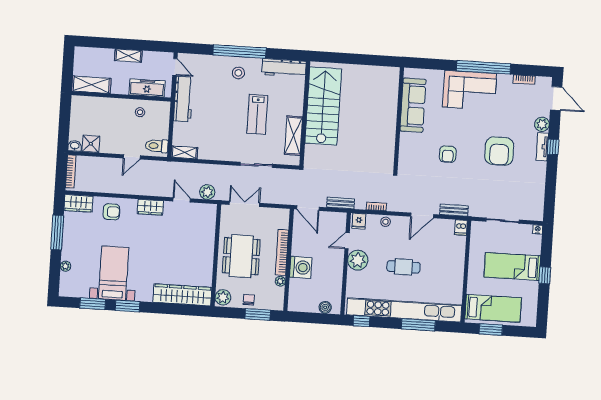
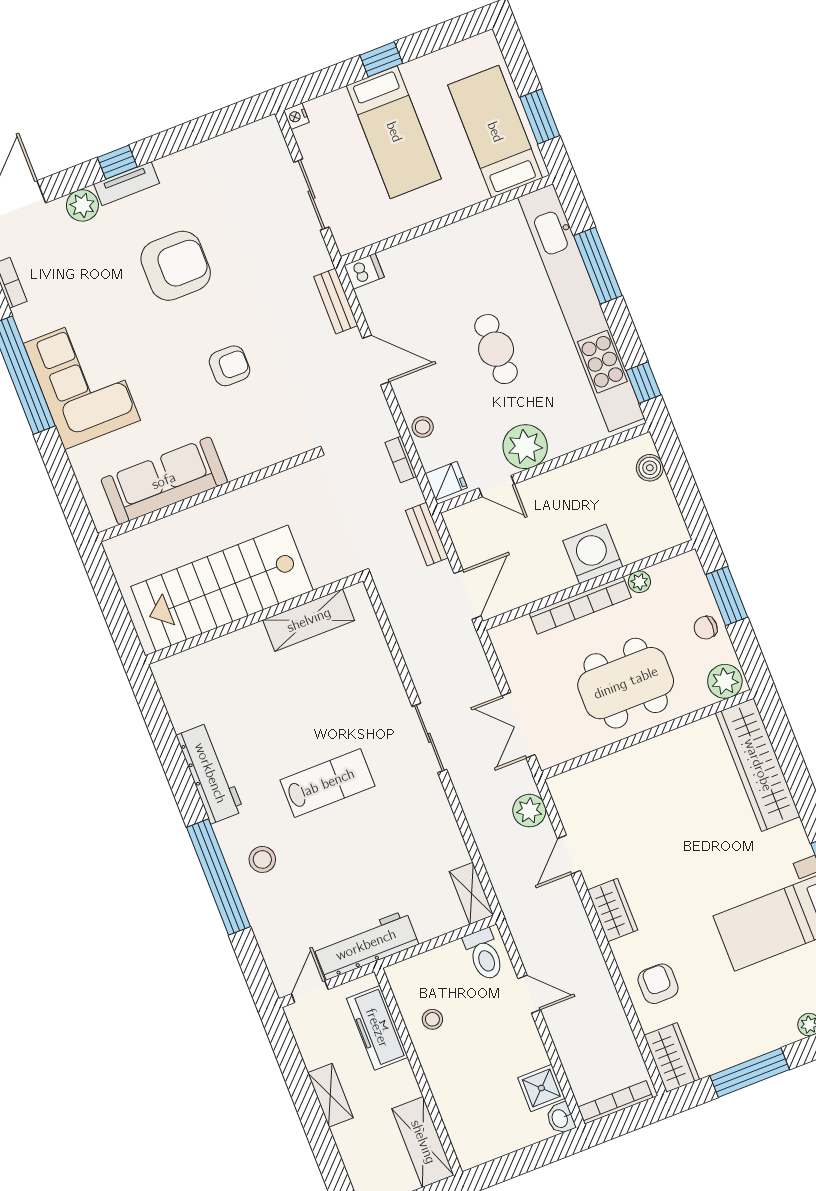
stairs: (323, 106) -> (222, 588), moved
wall: (305, 114) -> (254, 618), moved
shelving: (294, 136) -> (309, 620), moved

